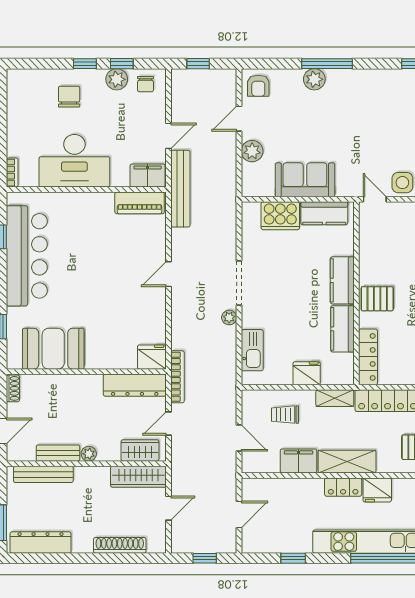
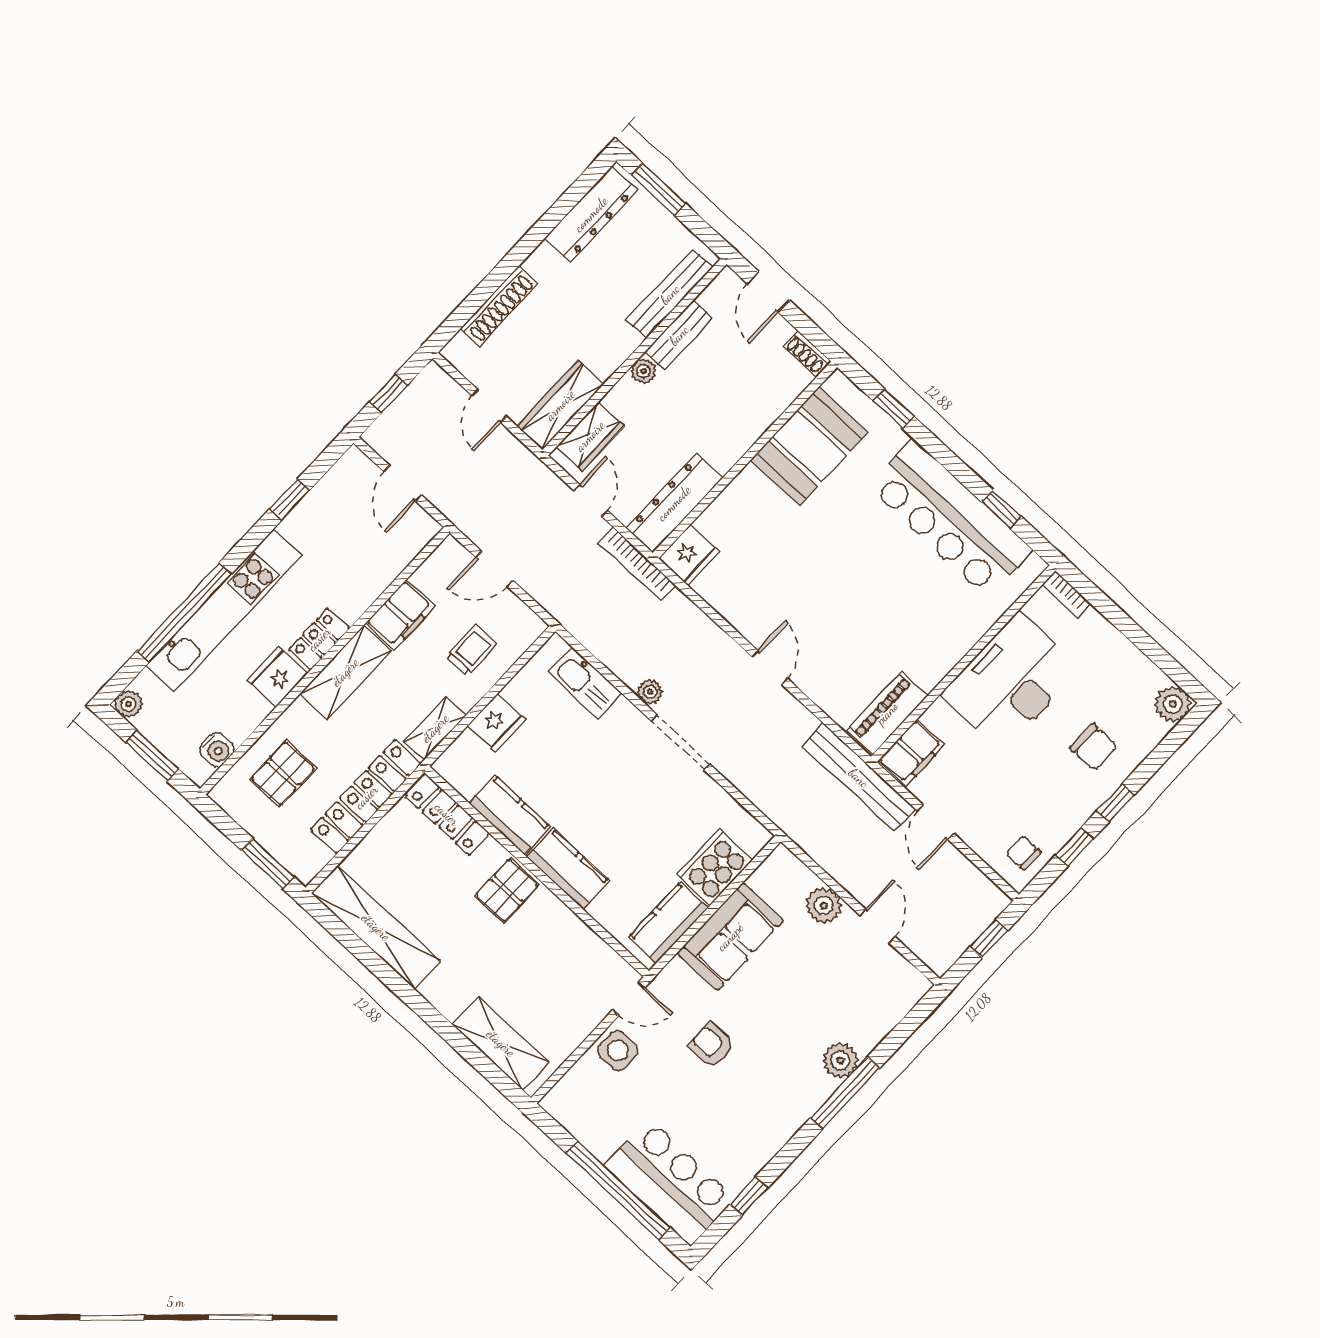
plant: (117, 79) -> (1173, 704), moved
armchair: (258, 86) -> (711, 1045), moved

